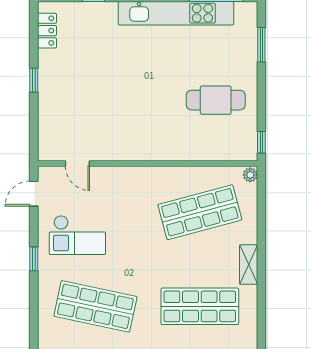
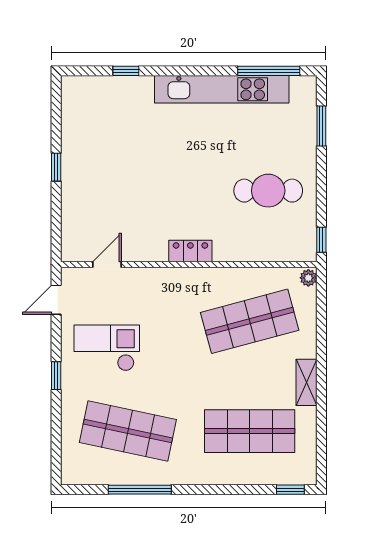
locker: (47, 31) -> (190, 251), moved, turned -90
door: (77, 163) -> (107, 264), swing flipped
checkout: (77, 235) -> (107, 348), turned 180

